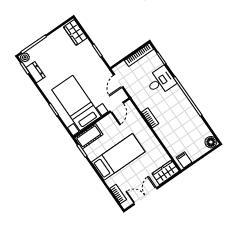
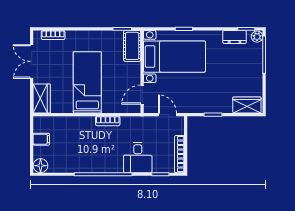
door: (117, 107) -> (142, 95), hinge flipped
bed: (118, 157) -> (87, 82), moved, turned 180
filing cabinet: (184, 160) -> (41, 139), moved
double door: (146, 196) -> (32, 61), swing flipped

